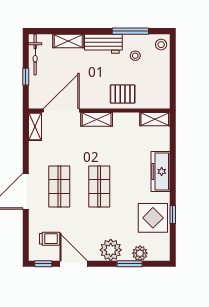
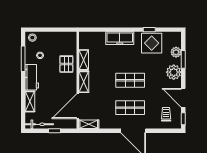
door: (61, 111) -> (78, 106), hinge flipped
shelving: (155, 119) -> (84, 60), moved
door: (74, 264) -> (183, 98), hinge flipped

